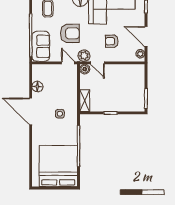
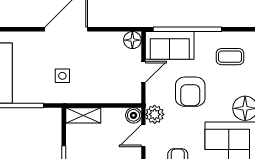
door: (68, 63) -> (143, 72), moved
floor lamp: (37, 87) -> (132, 40), moved

